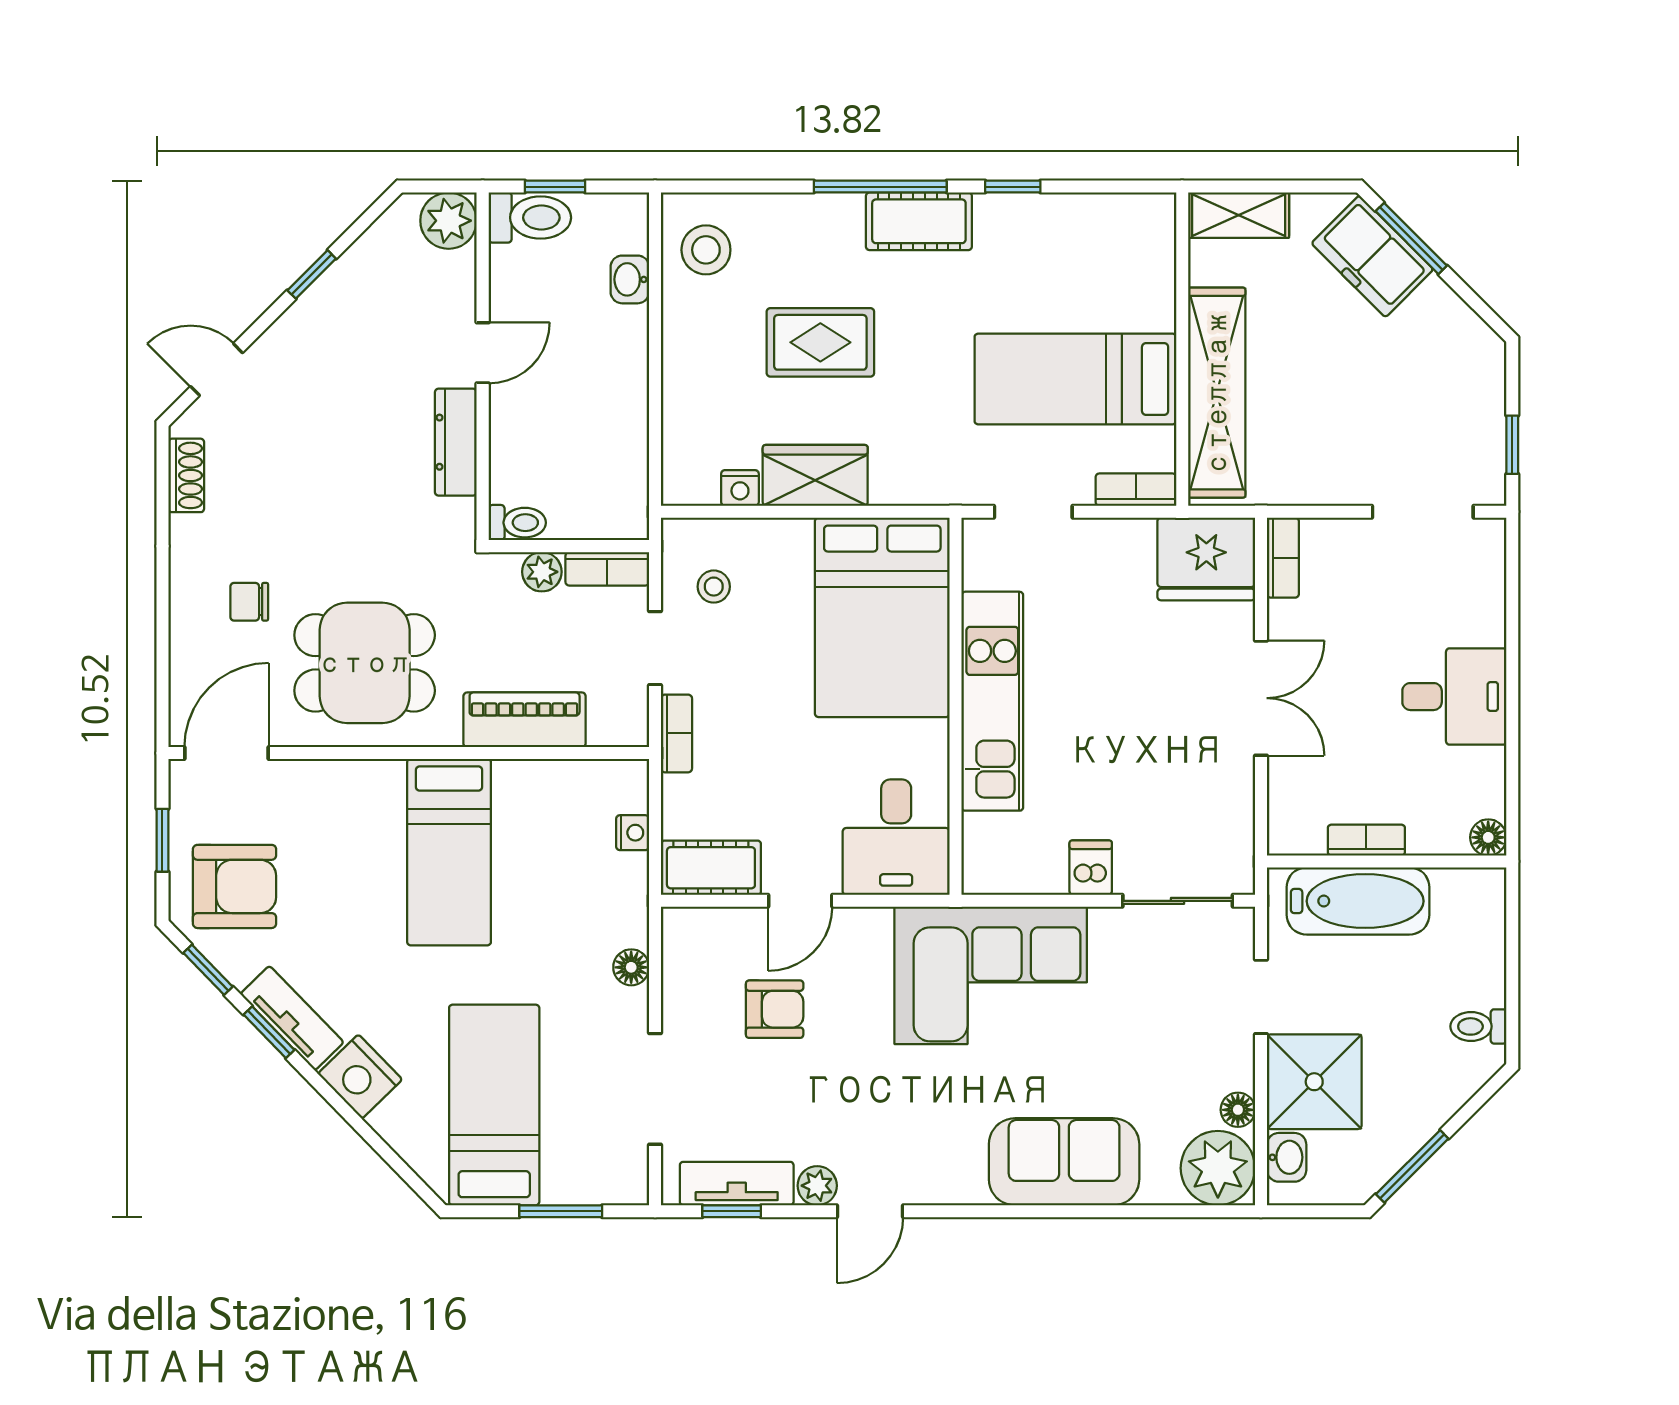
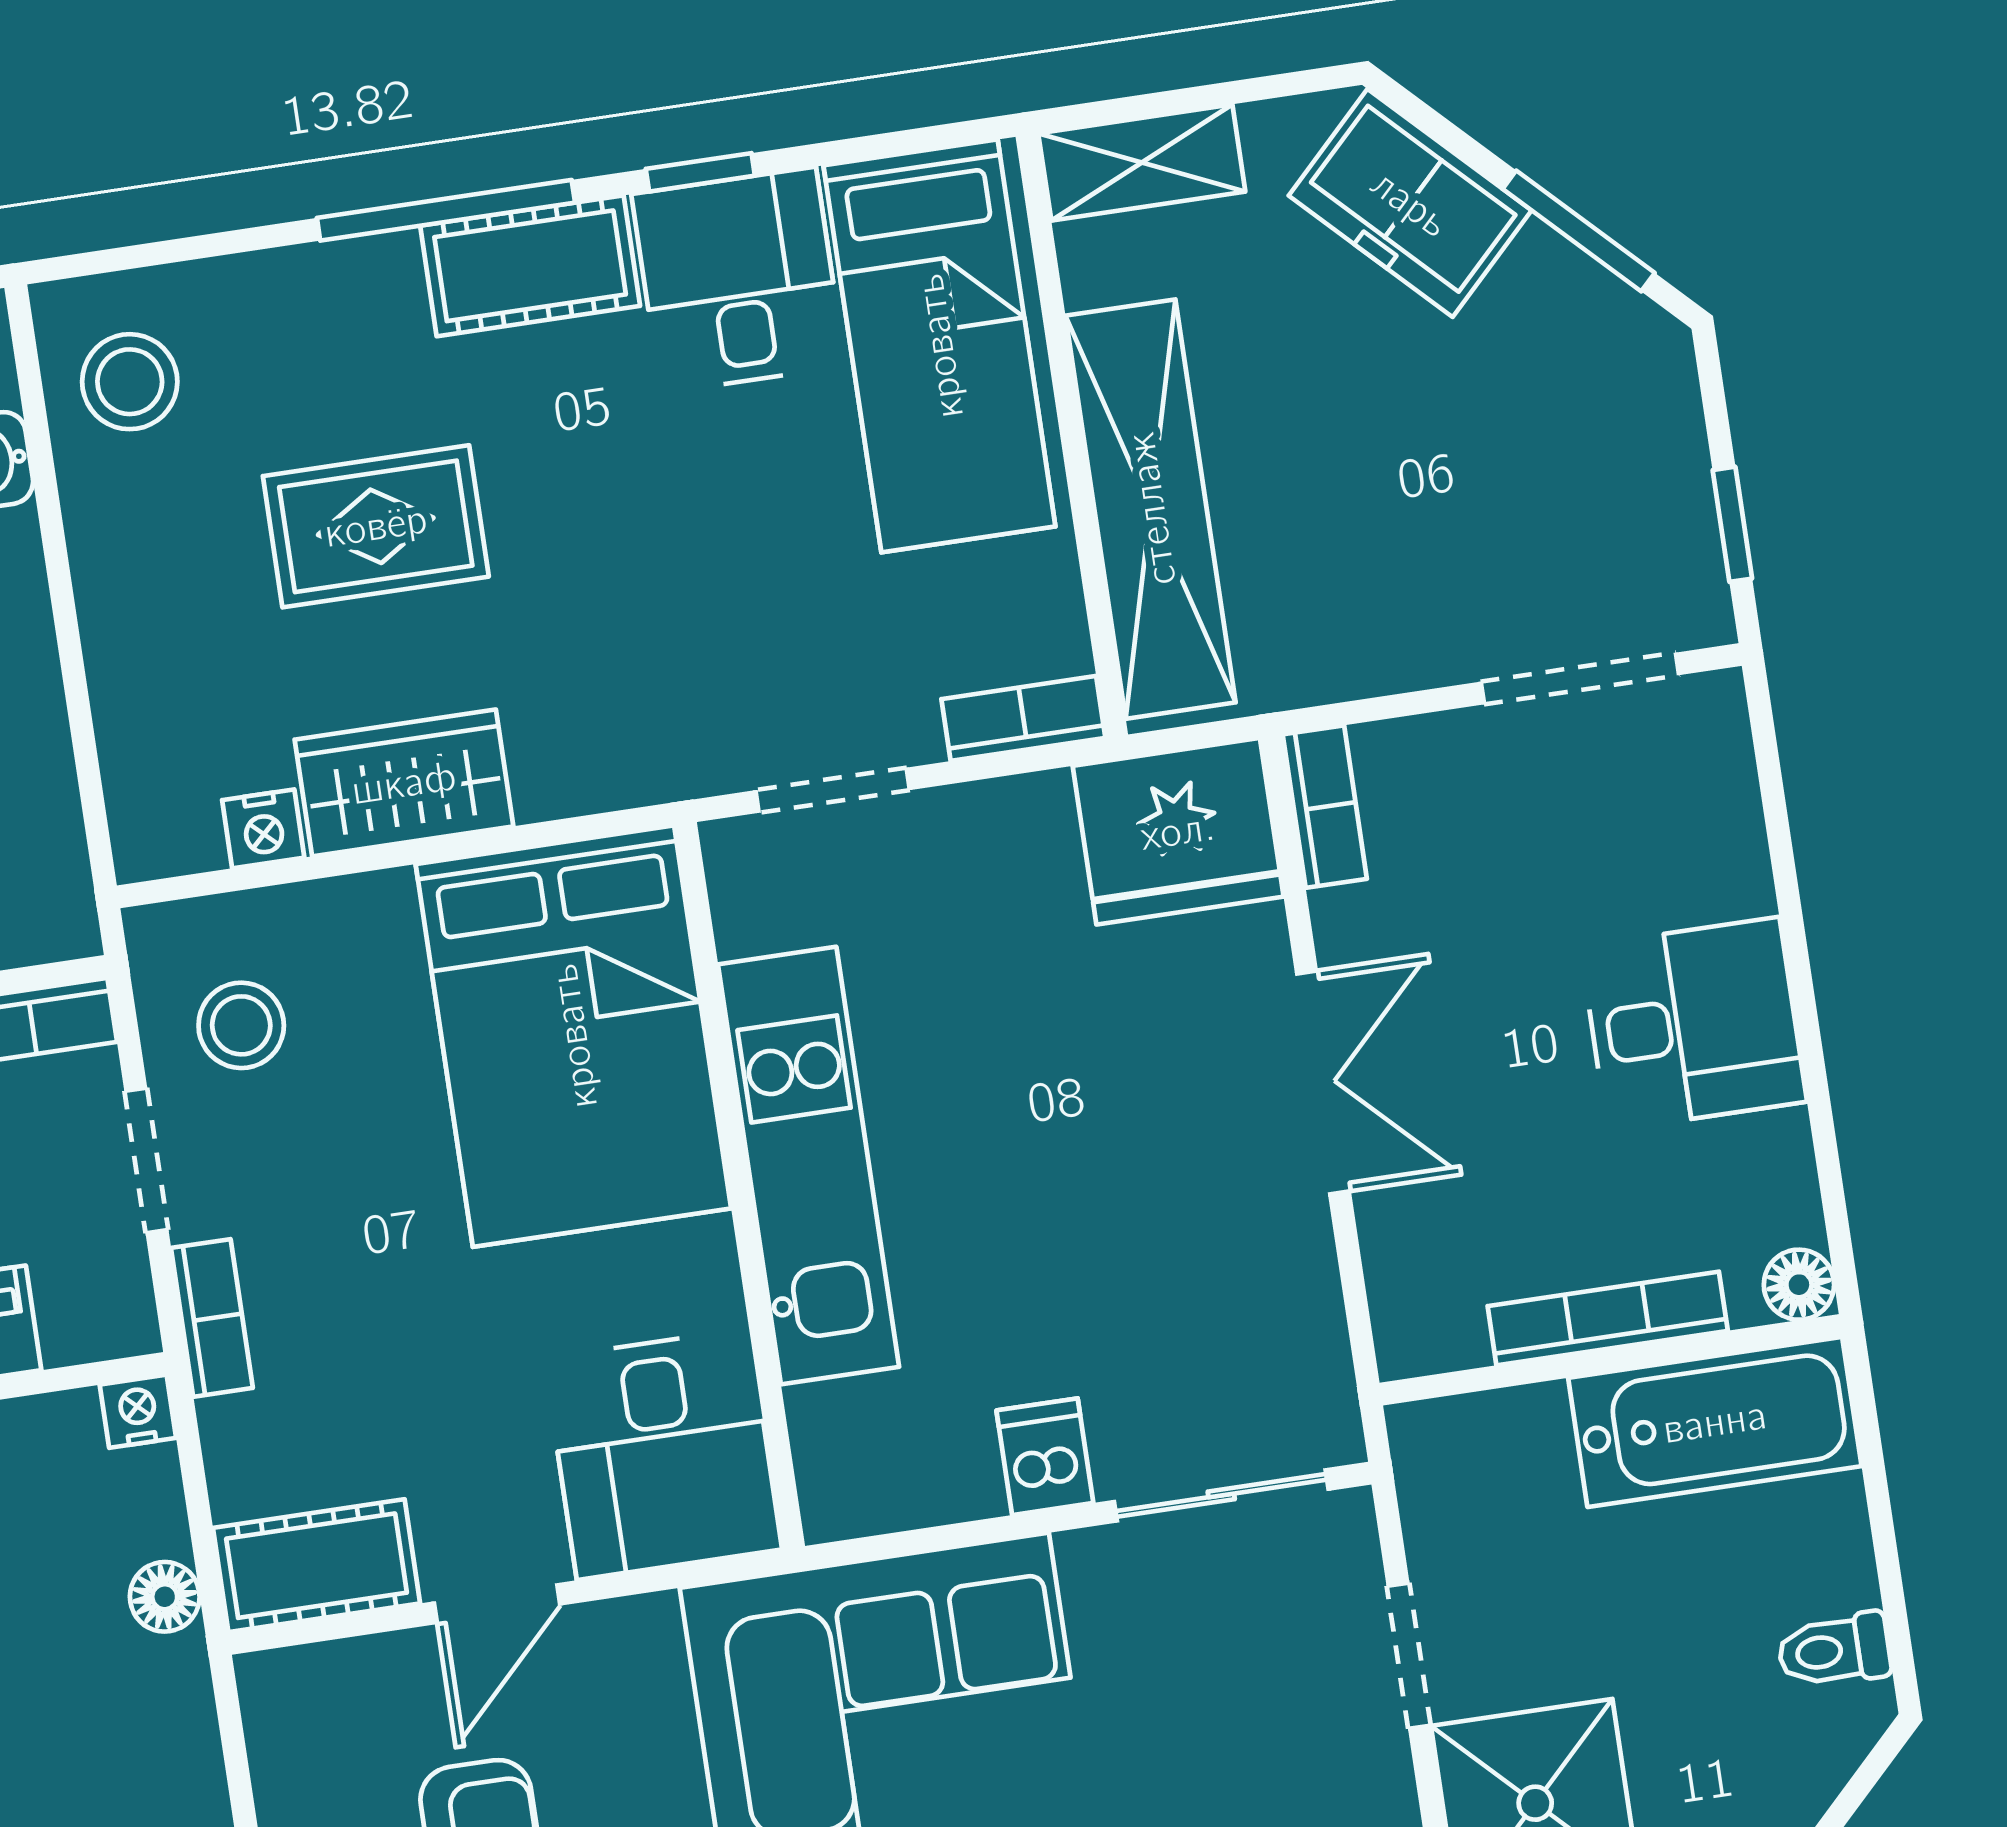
window: (1411, 238) -> (1579, 231), moved
desk: (1024, 244) -> (738, 280), added
bed: (1075, 379) -> (939, 346), moved, turned -90
stool: (714, 587) -> (241, 1025), width x1.37, depth x1.37
nightstand: (633, 833) -> (138, 1411), moved, turned -90
bookcase: (1366, 840) -> (1608, 1318), width x1.56
bathtub: (1358, 901) -> (1715, 1422), moved
floor lamp: (631, 967) -> (165, 1597), moved

